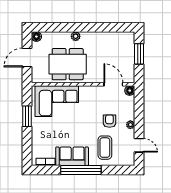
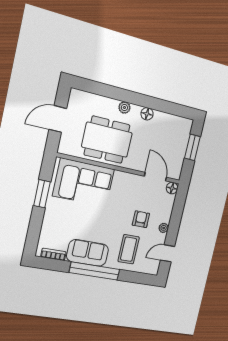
floor lamp: (36, 37) -> (147, 114), moved
door: (139, 145) -> (168, 253), swing flipped

